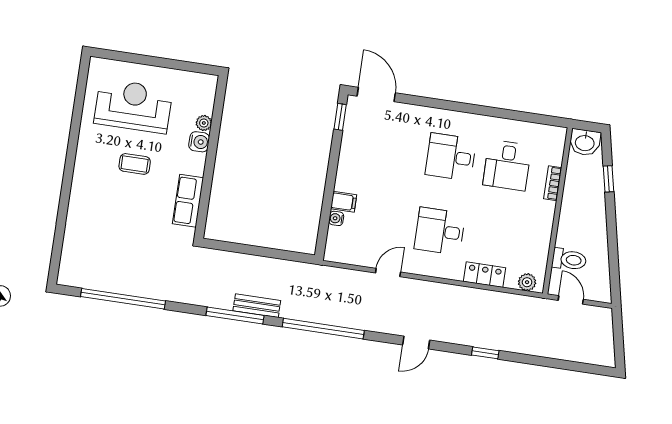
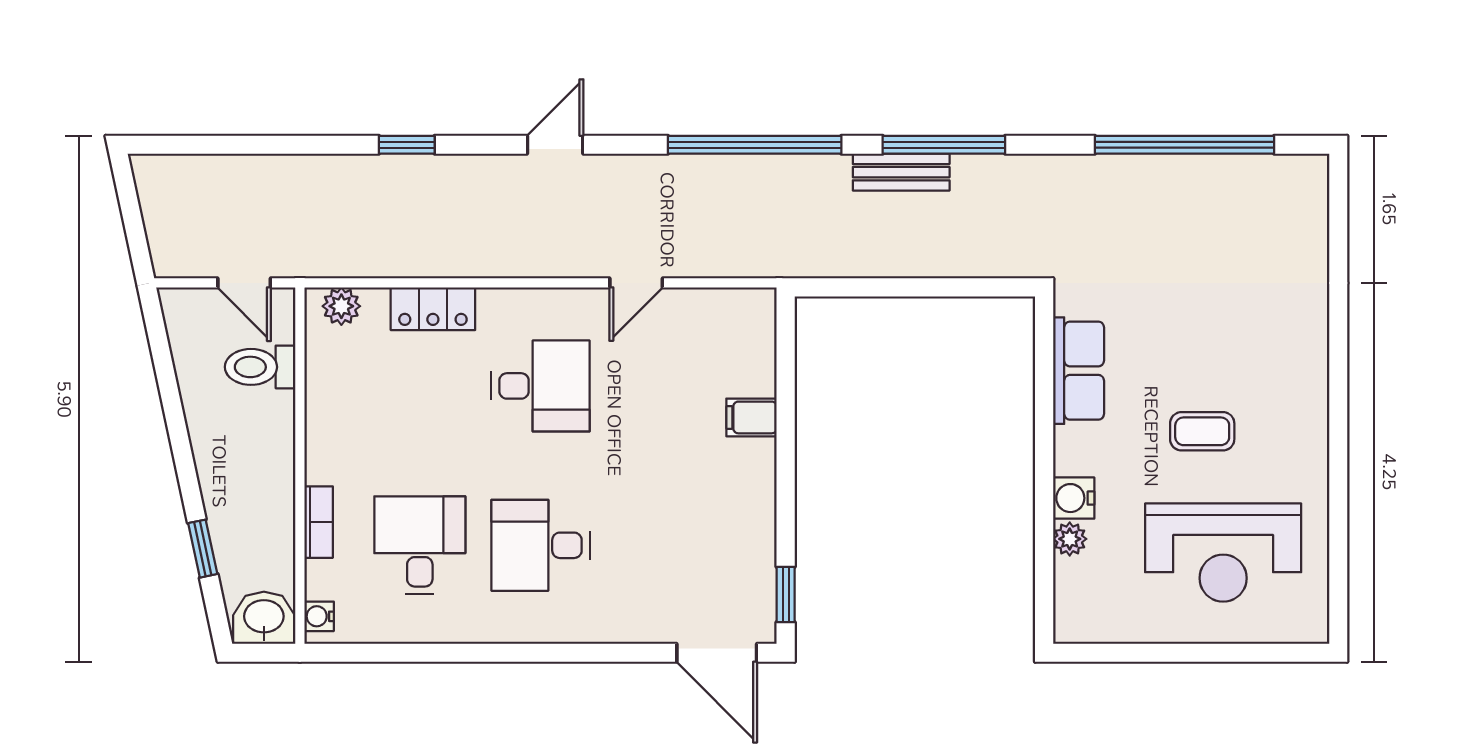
desk: (451, 157) -> (540, 545), turned 180
water cooler: (336, 218) -> (319, 616), moved, turned 180

